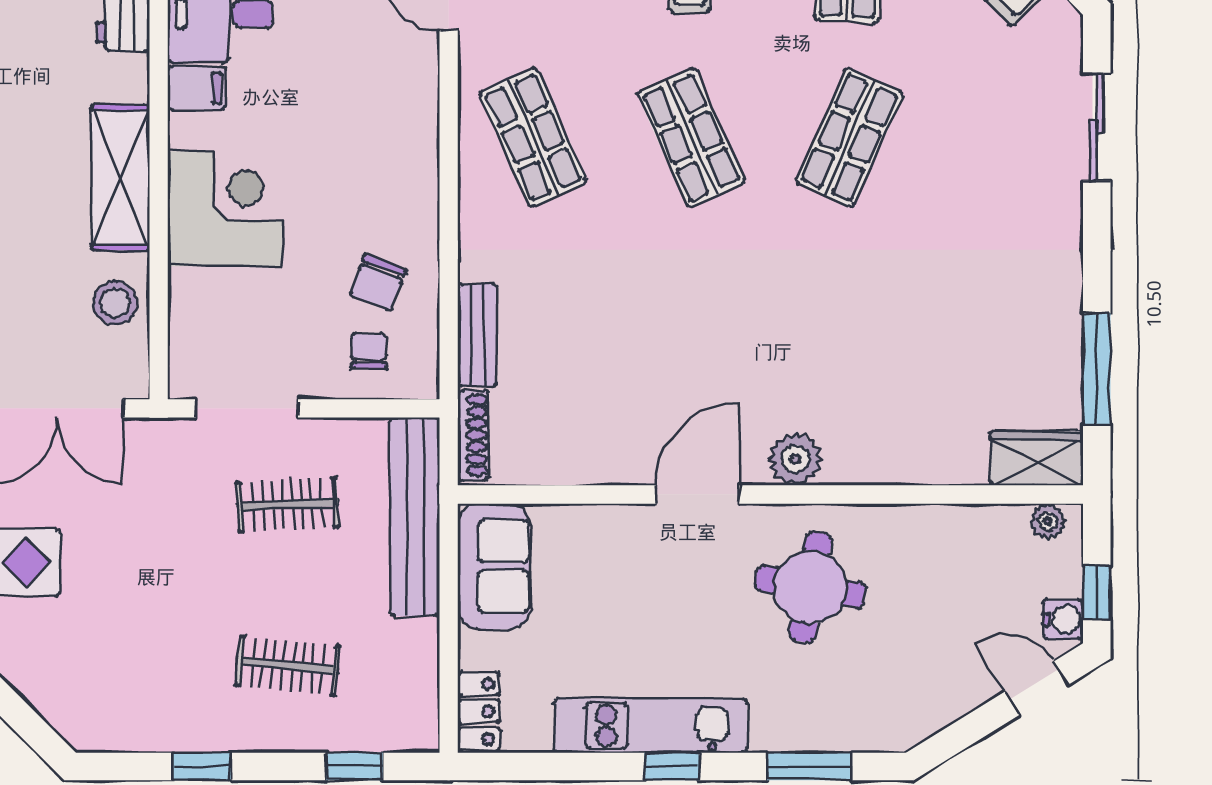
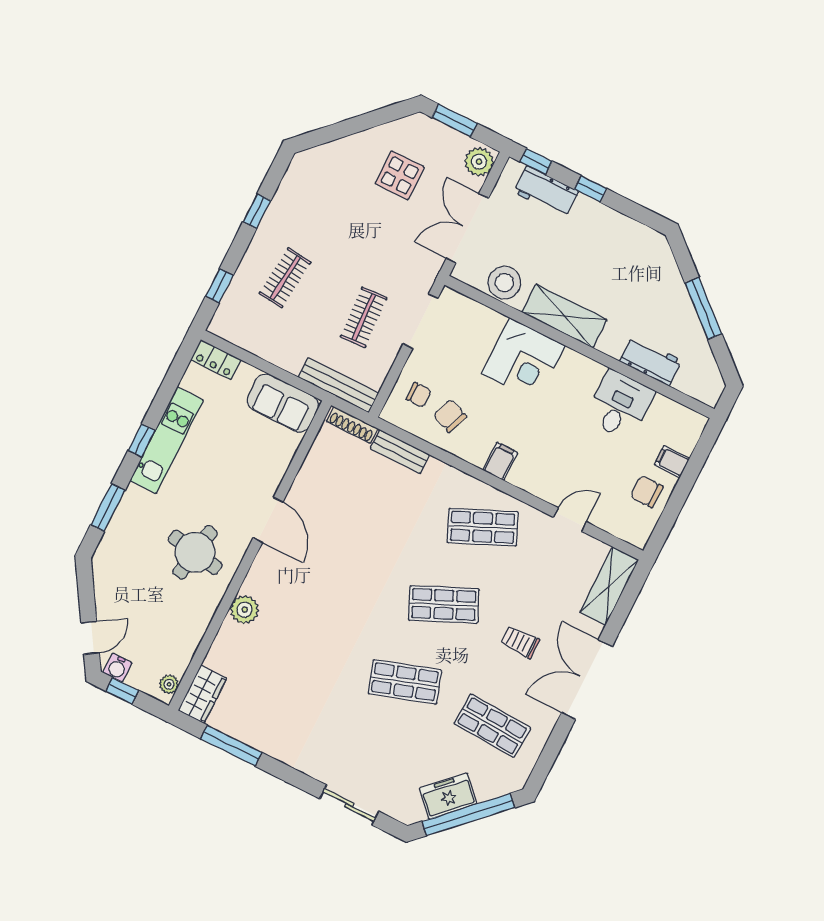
filing cabinet: (197, 88) -> (500, 461), moved, turned 180
shop shelf: (850, 138) -> (405, 682), turned -42
stool: (115, 303) -> (504, 283), width x1.38, depth x1.38
plant: (795, 459) -> (245, 610), moved
bench: (415, 517) -> (338, 385), width x0.73, depth x0.82

